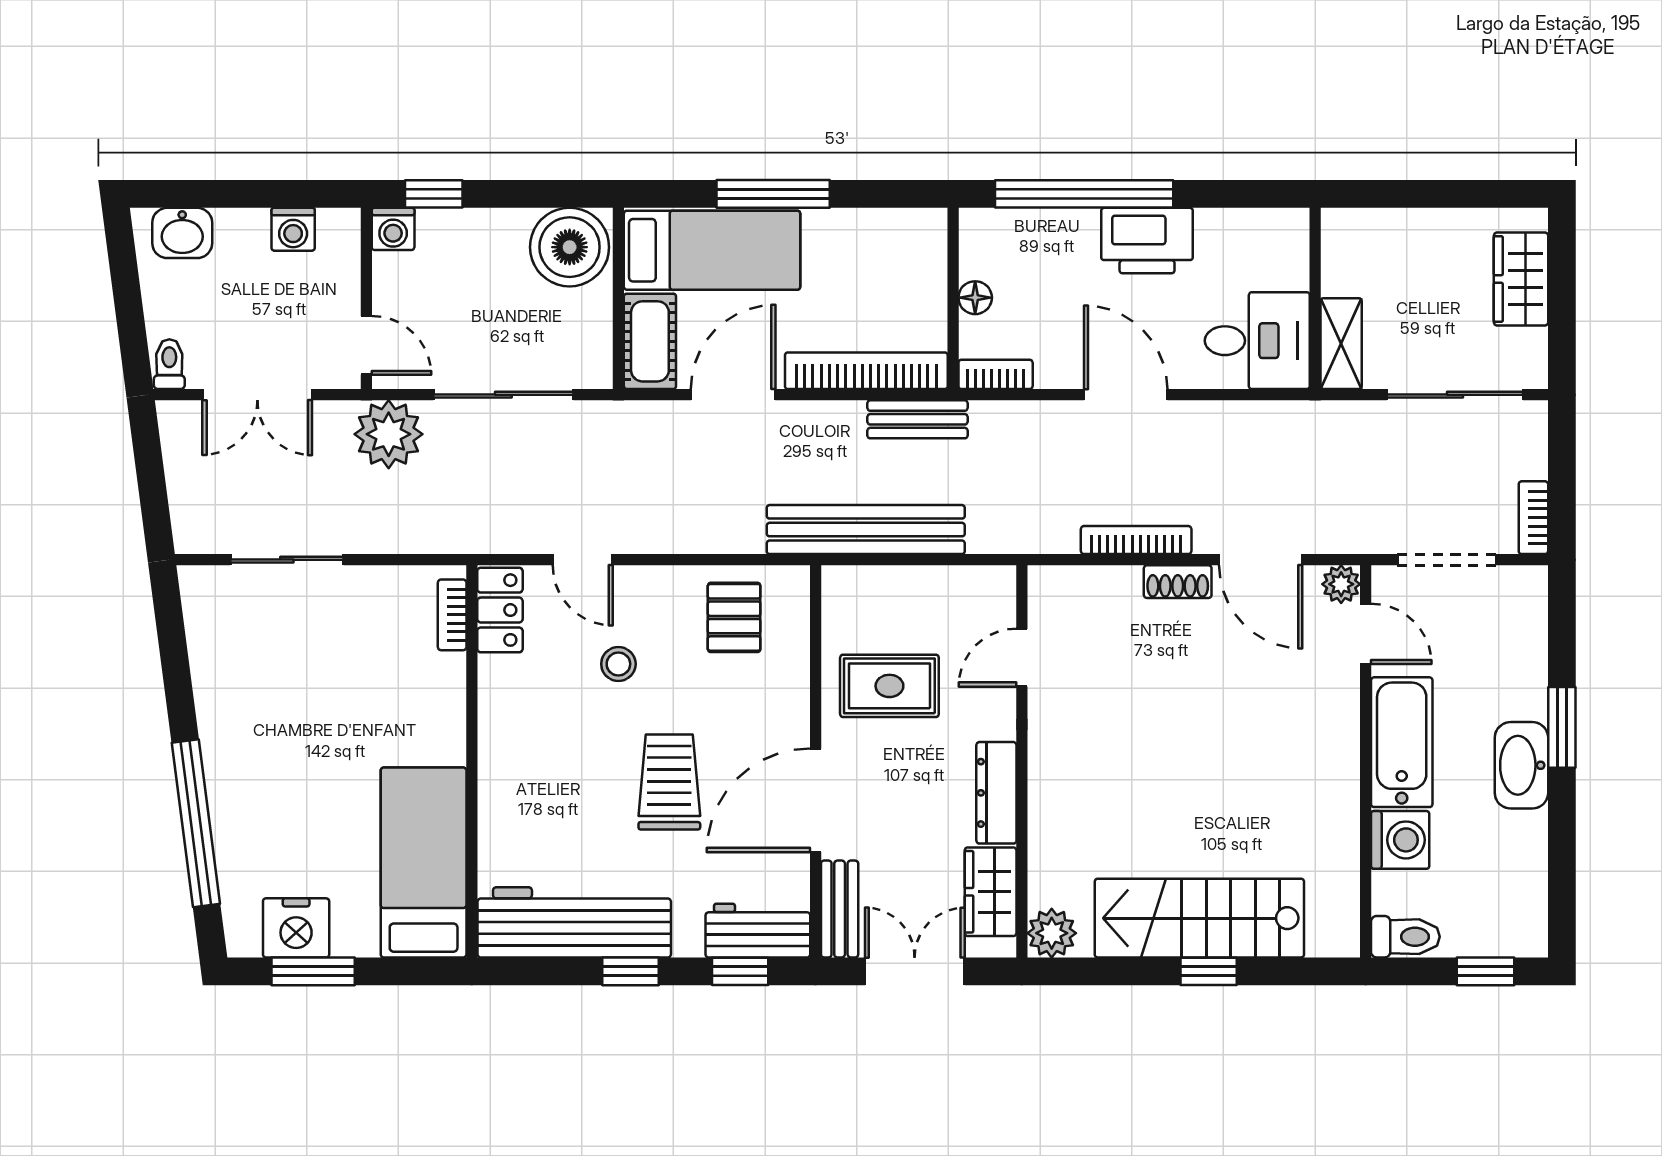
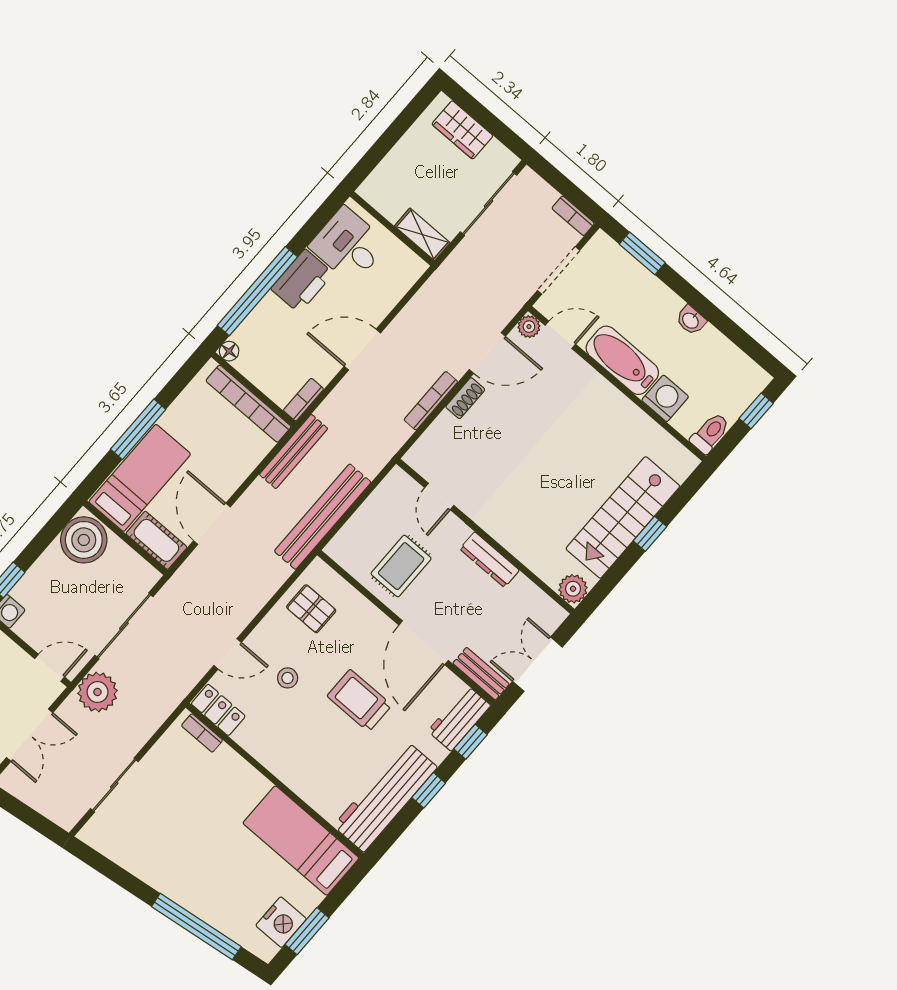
floor lamp: (975, 298) -> (229, 351), moved
desk: (1257, 341) -> (348, 245), moved, turned -90
bookcase: (866, 371) -> (249, 404), moved, turned -90
bench: (918, 419) -> (294, 451), width x1.36
window: (1562, 727) -> (642, 253), moved
washbasin: (1521, 765) -> (691, 320), width x0.52, depth x0.69
wardrobe: (991, 892) -> (531, 600), removed

